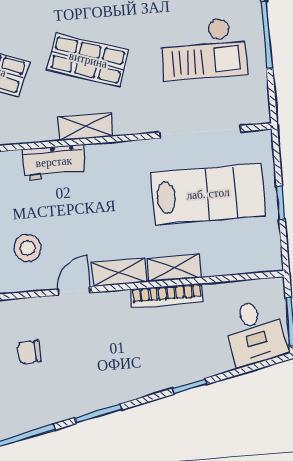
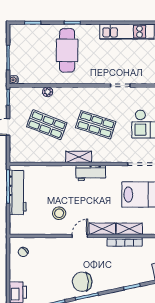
shelving: (86, 127) -> (79, 157), moved
workbench: (54, 162) -> (91, 173), moved
chair: (29, 352) -> (82, 282), moved, width x1.87, depth x1.87

